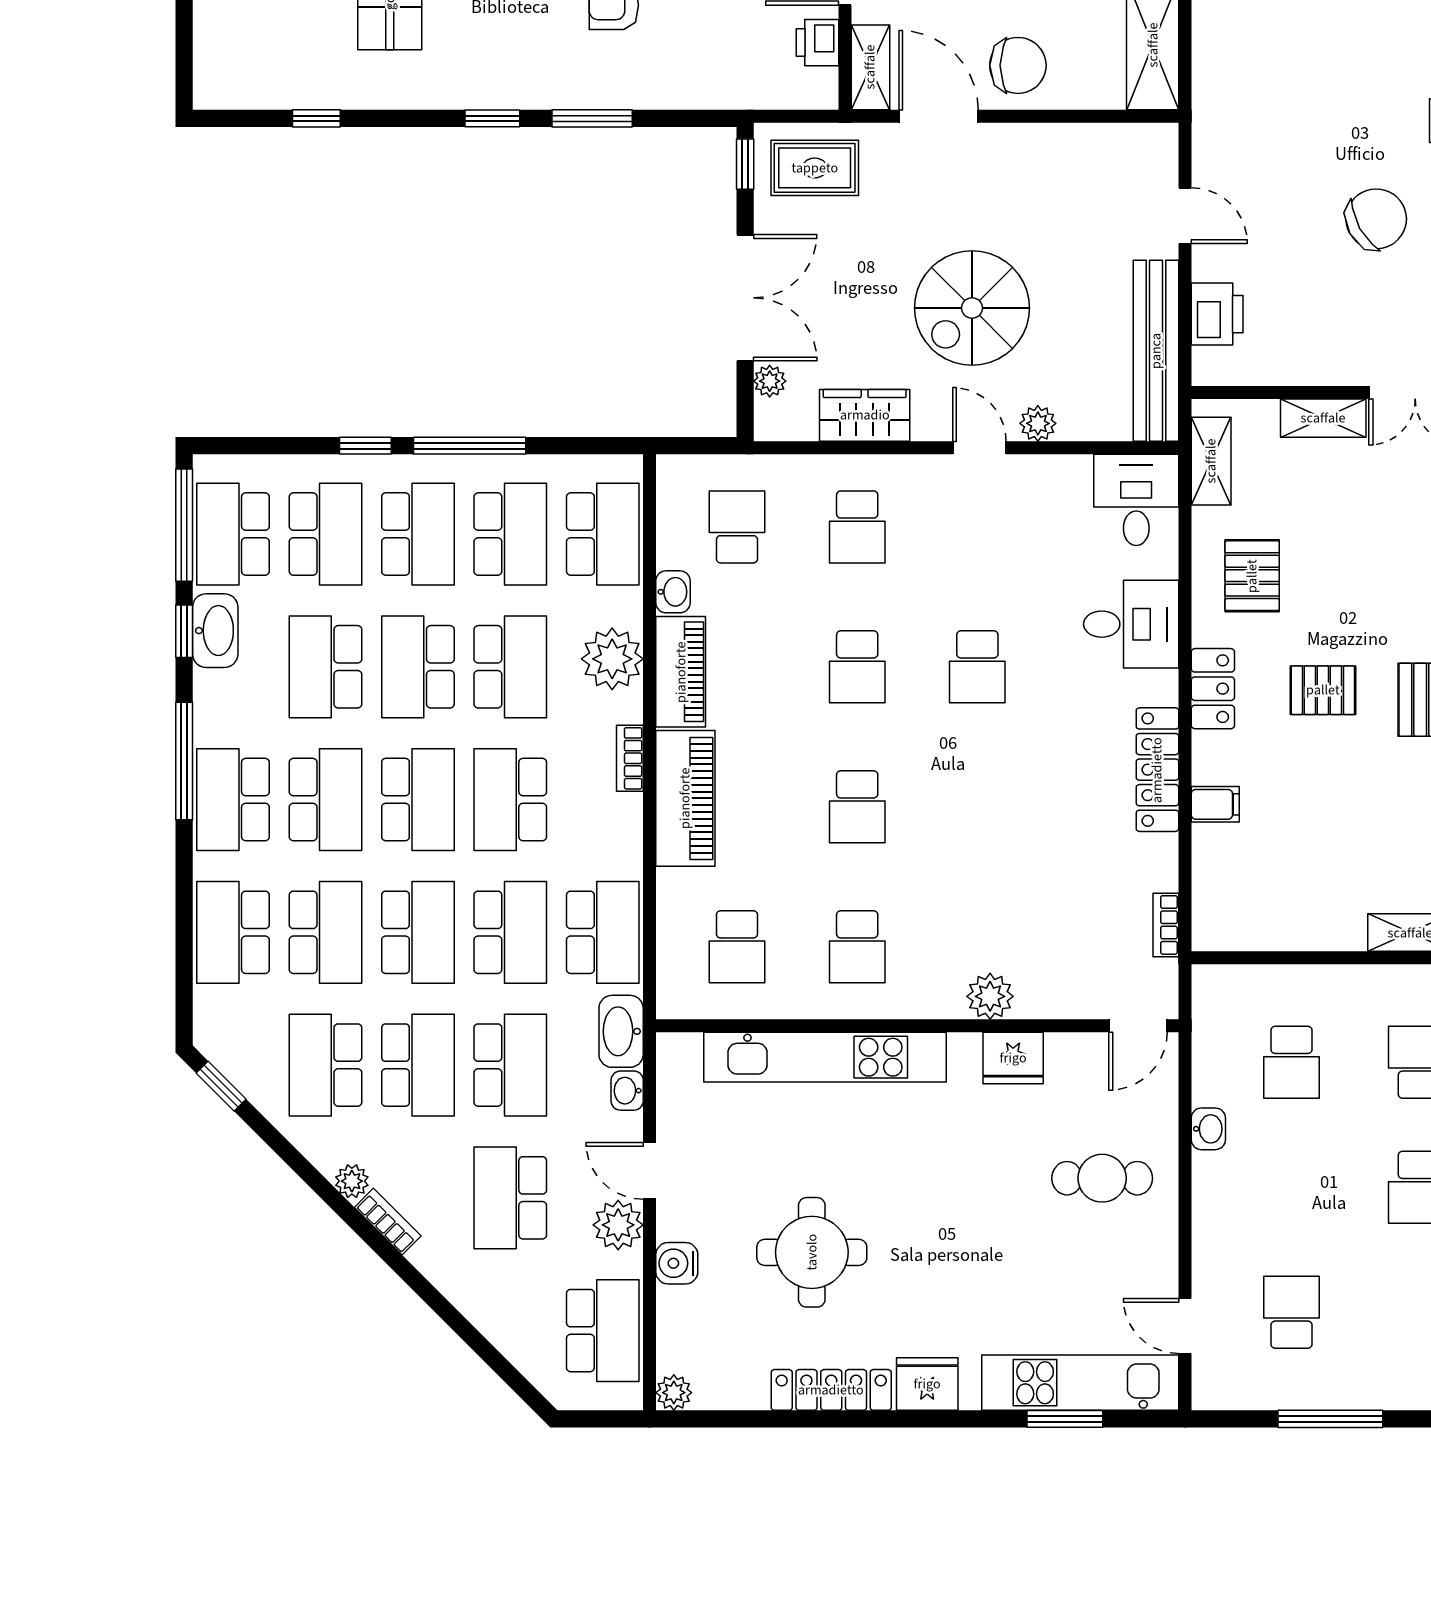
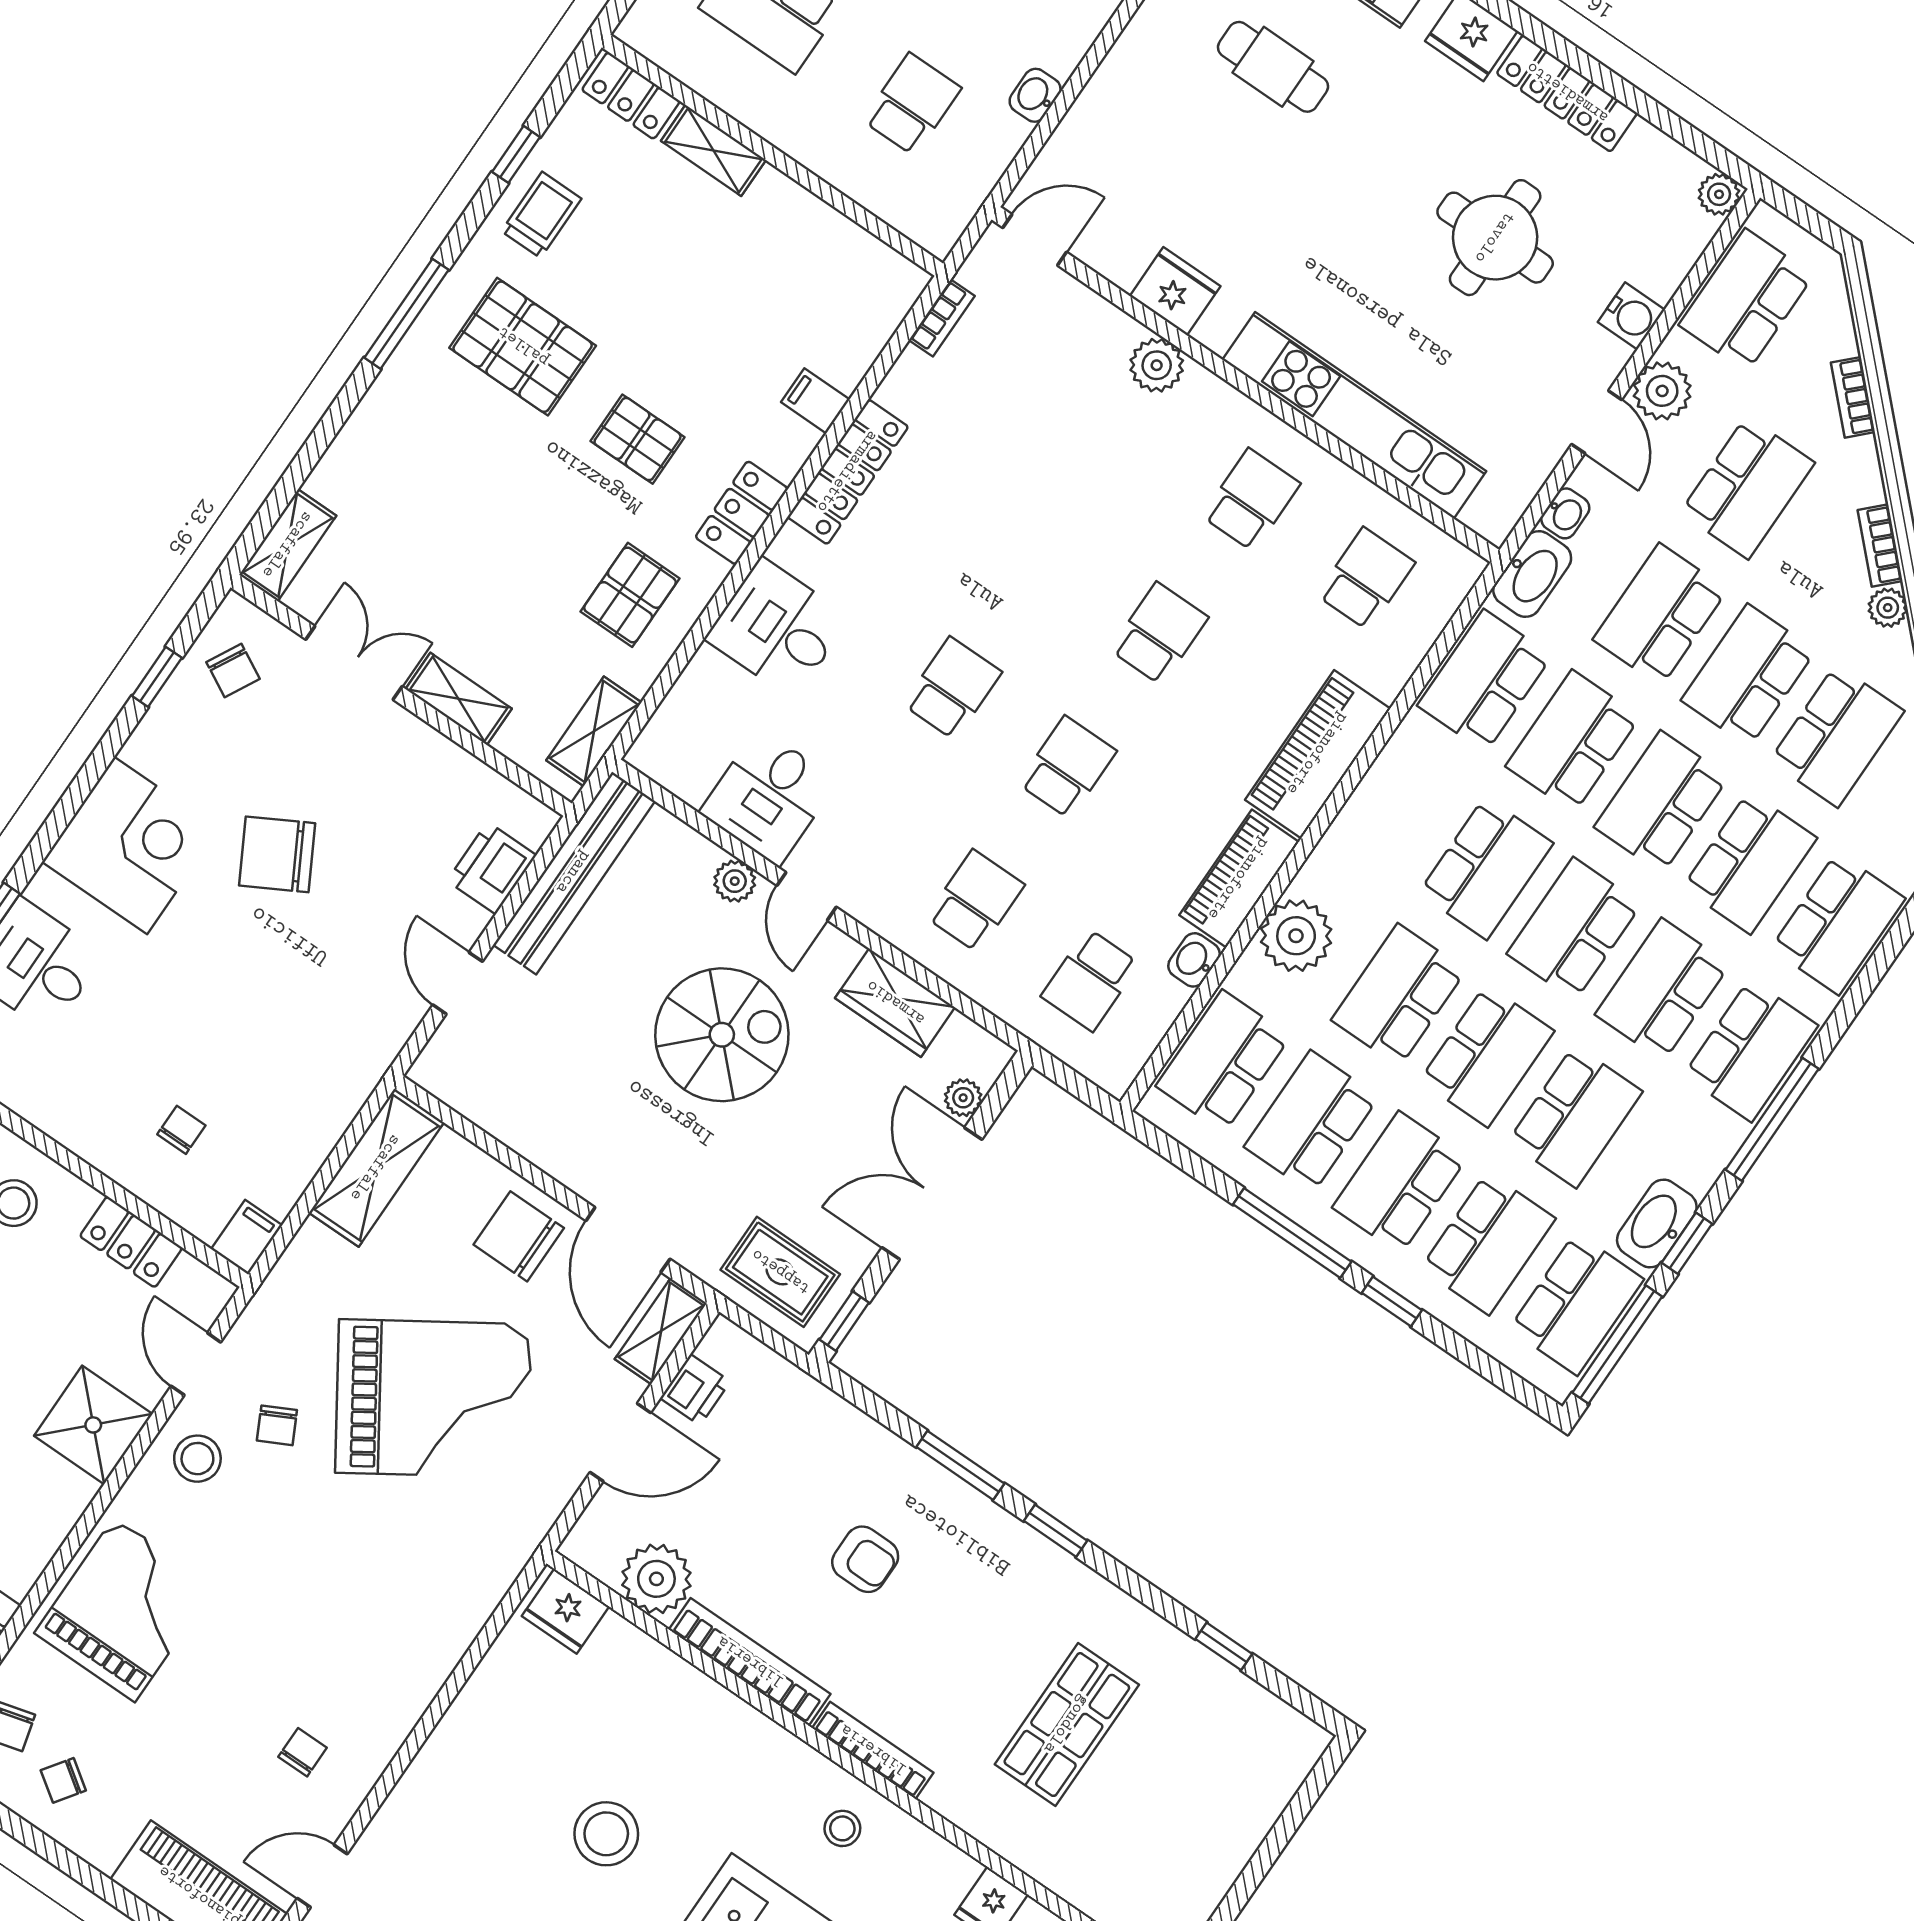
desk: (1136, 500) -> (768, 797), moved
school desk: (325, 534) -> (1488, 1243), turned 180
bookcase: (630, 758) -> (1853, 397), moved, turned 135
school desk: (325, 932) -> (1750, 863), turned 180
cafe table: (1102, 1178) -> (1273, 67), moved

